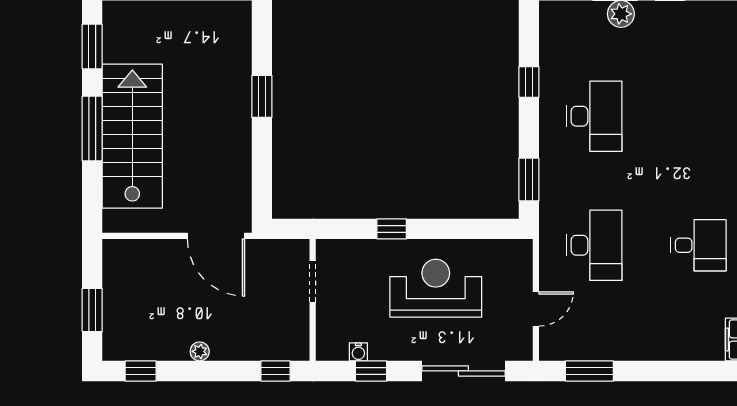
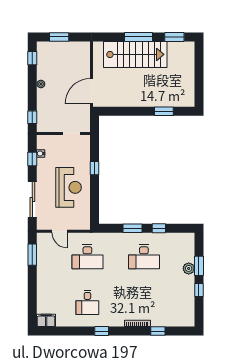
window: (262, 96) -> (164, 111), moved
window: (529, 180) -> (133, 228), moved

